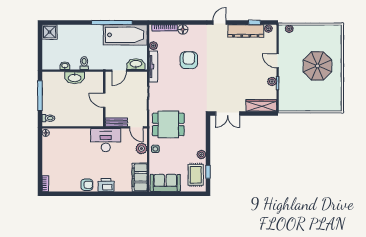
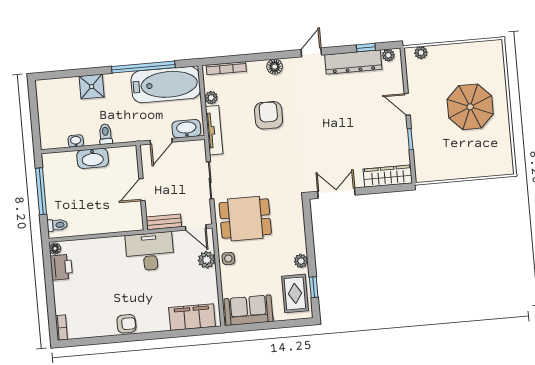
floor lamp: (183, 29) -> (275, 67), moved
shower: (50, 32) -> (92, 87), moved
plant: (272, 82) -> (401, 137), removed
door: (104, 100) -> (142, 190), hinge flipped
double door: (228, 113) -> (336, 193), swing flipped
filing cabinet: (140, 177) -> (192, 317), moved, turned 90
printer: (106, 185) -> (61, 267), moved, turned 90

